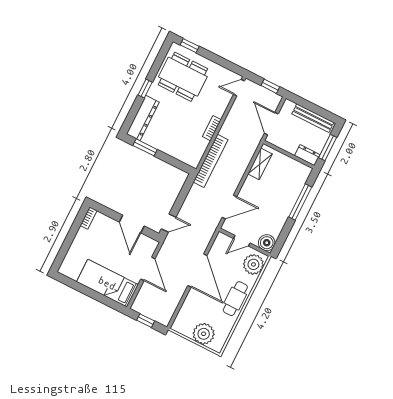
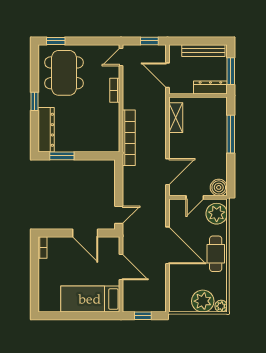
dining table: (183, 77) -> (64, 73), turned 90
bookcase: (212, 128) -> (115, 90), moved
dresser: (307, 155) -> (210, 88), width x1.44
plant: (217, 346) -> (221, 306), added

